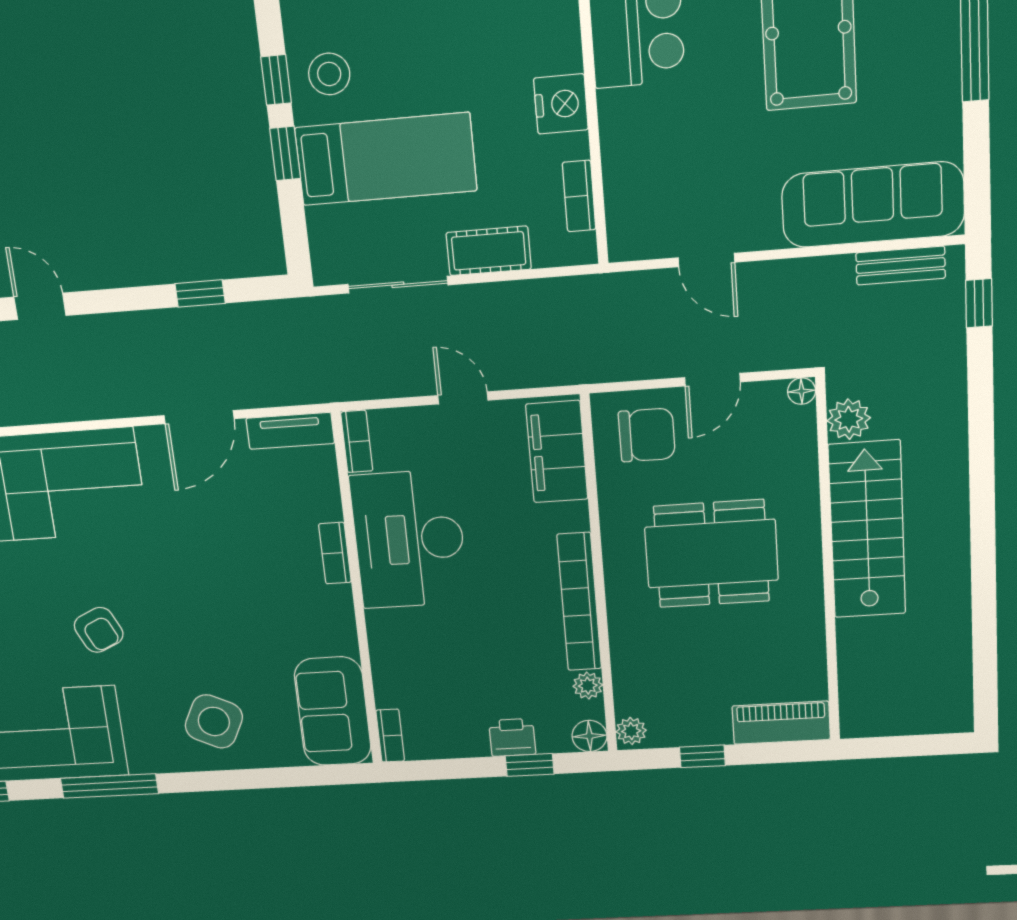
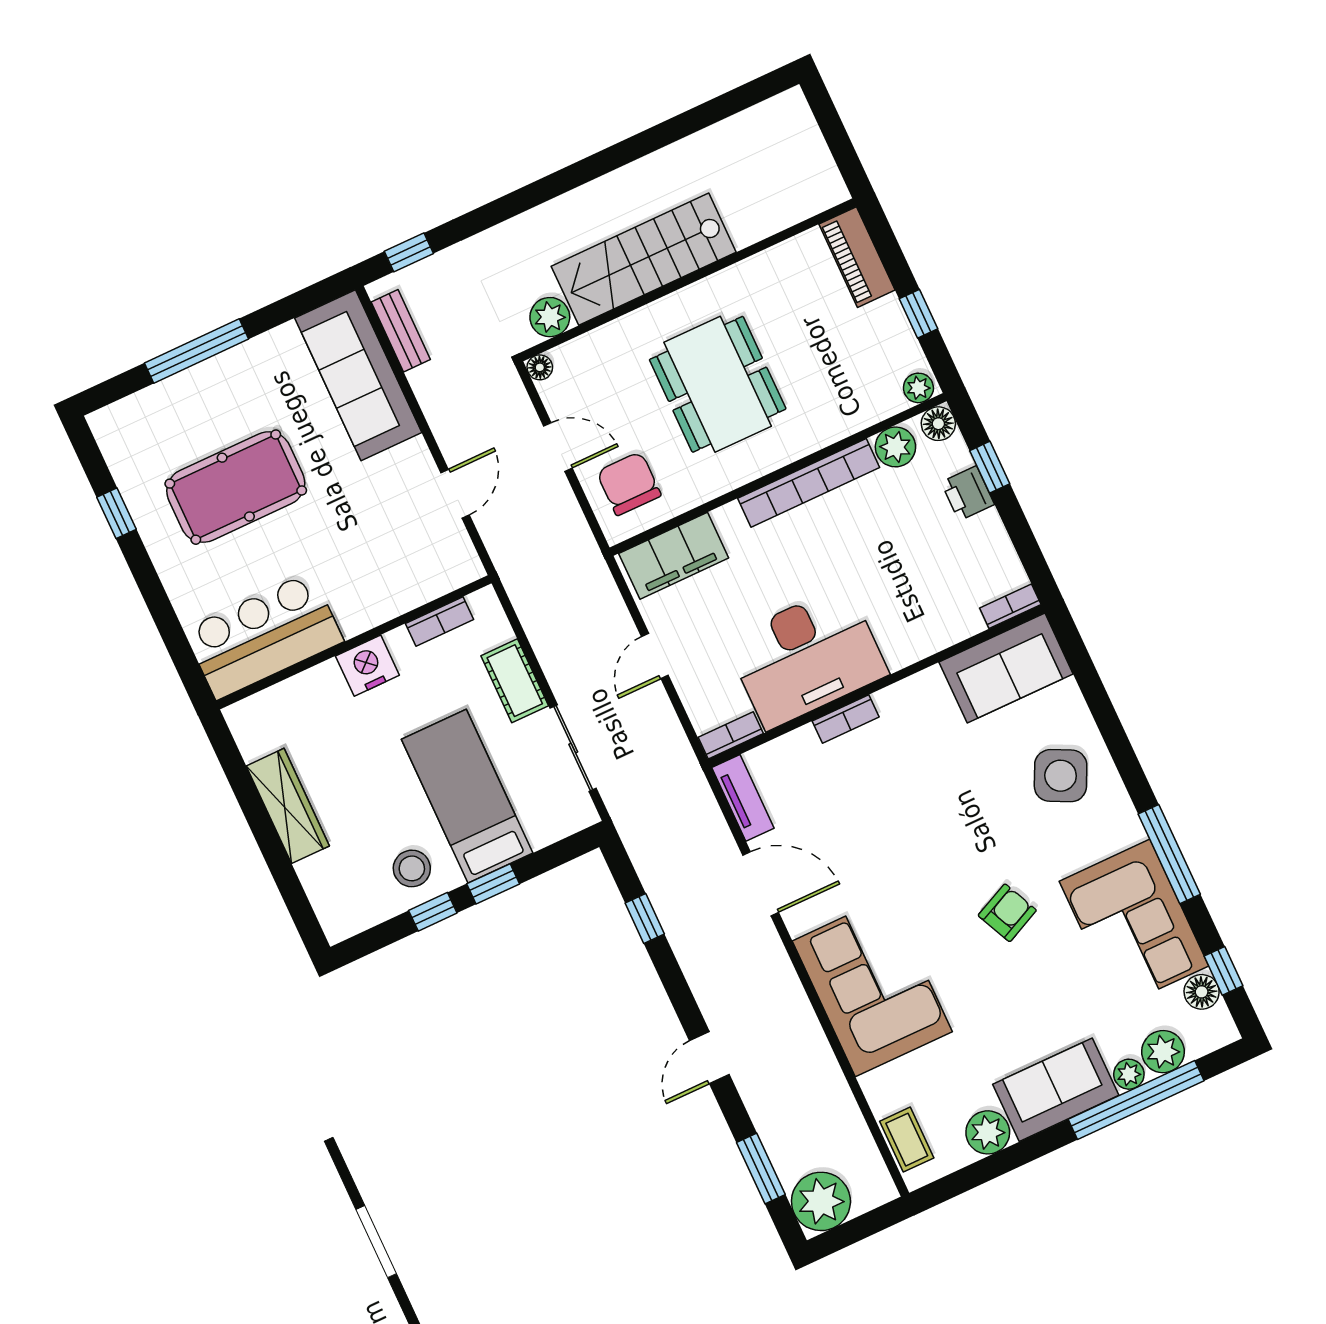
plant: (588, 686) -> (895, 447), width x1.38, depth x1.38

